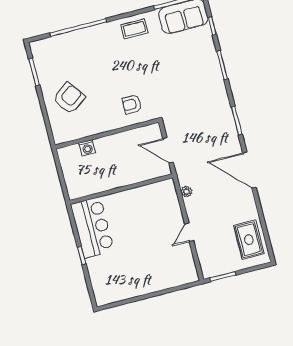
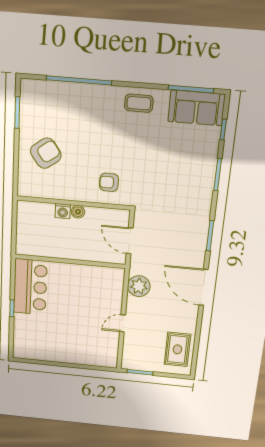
boiler: (113, 140) -> (78, 212), added
washing machine: (87, 148) -> (63, 211), moved
plant: (186, 192) -> (139, 286), width x1.87, depth x1.87

